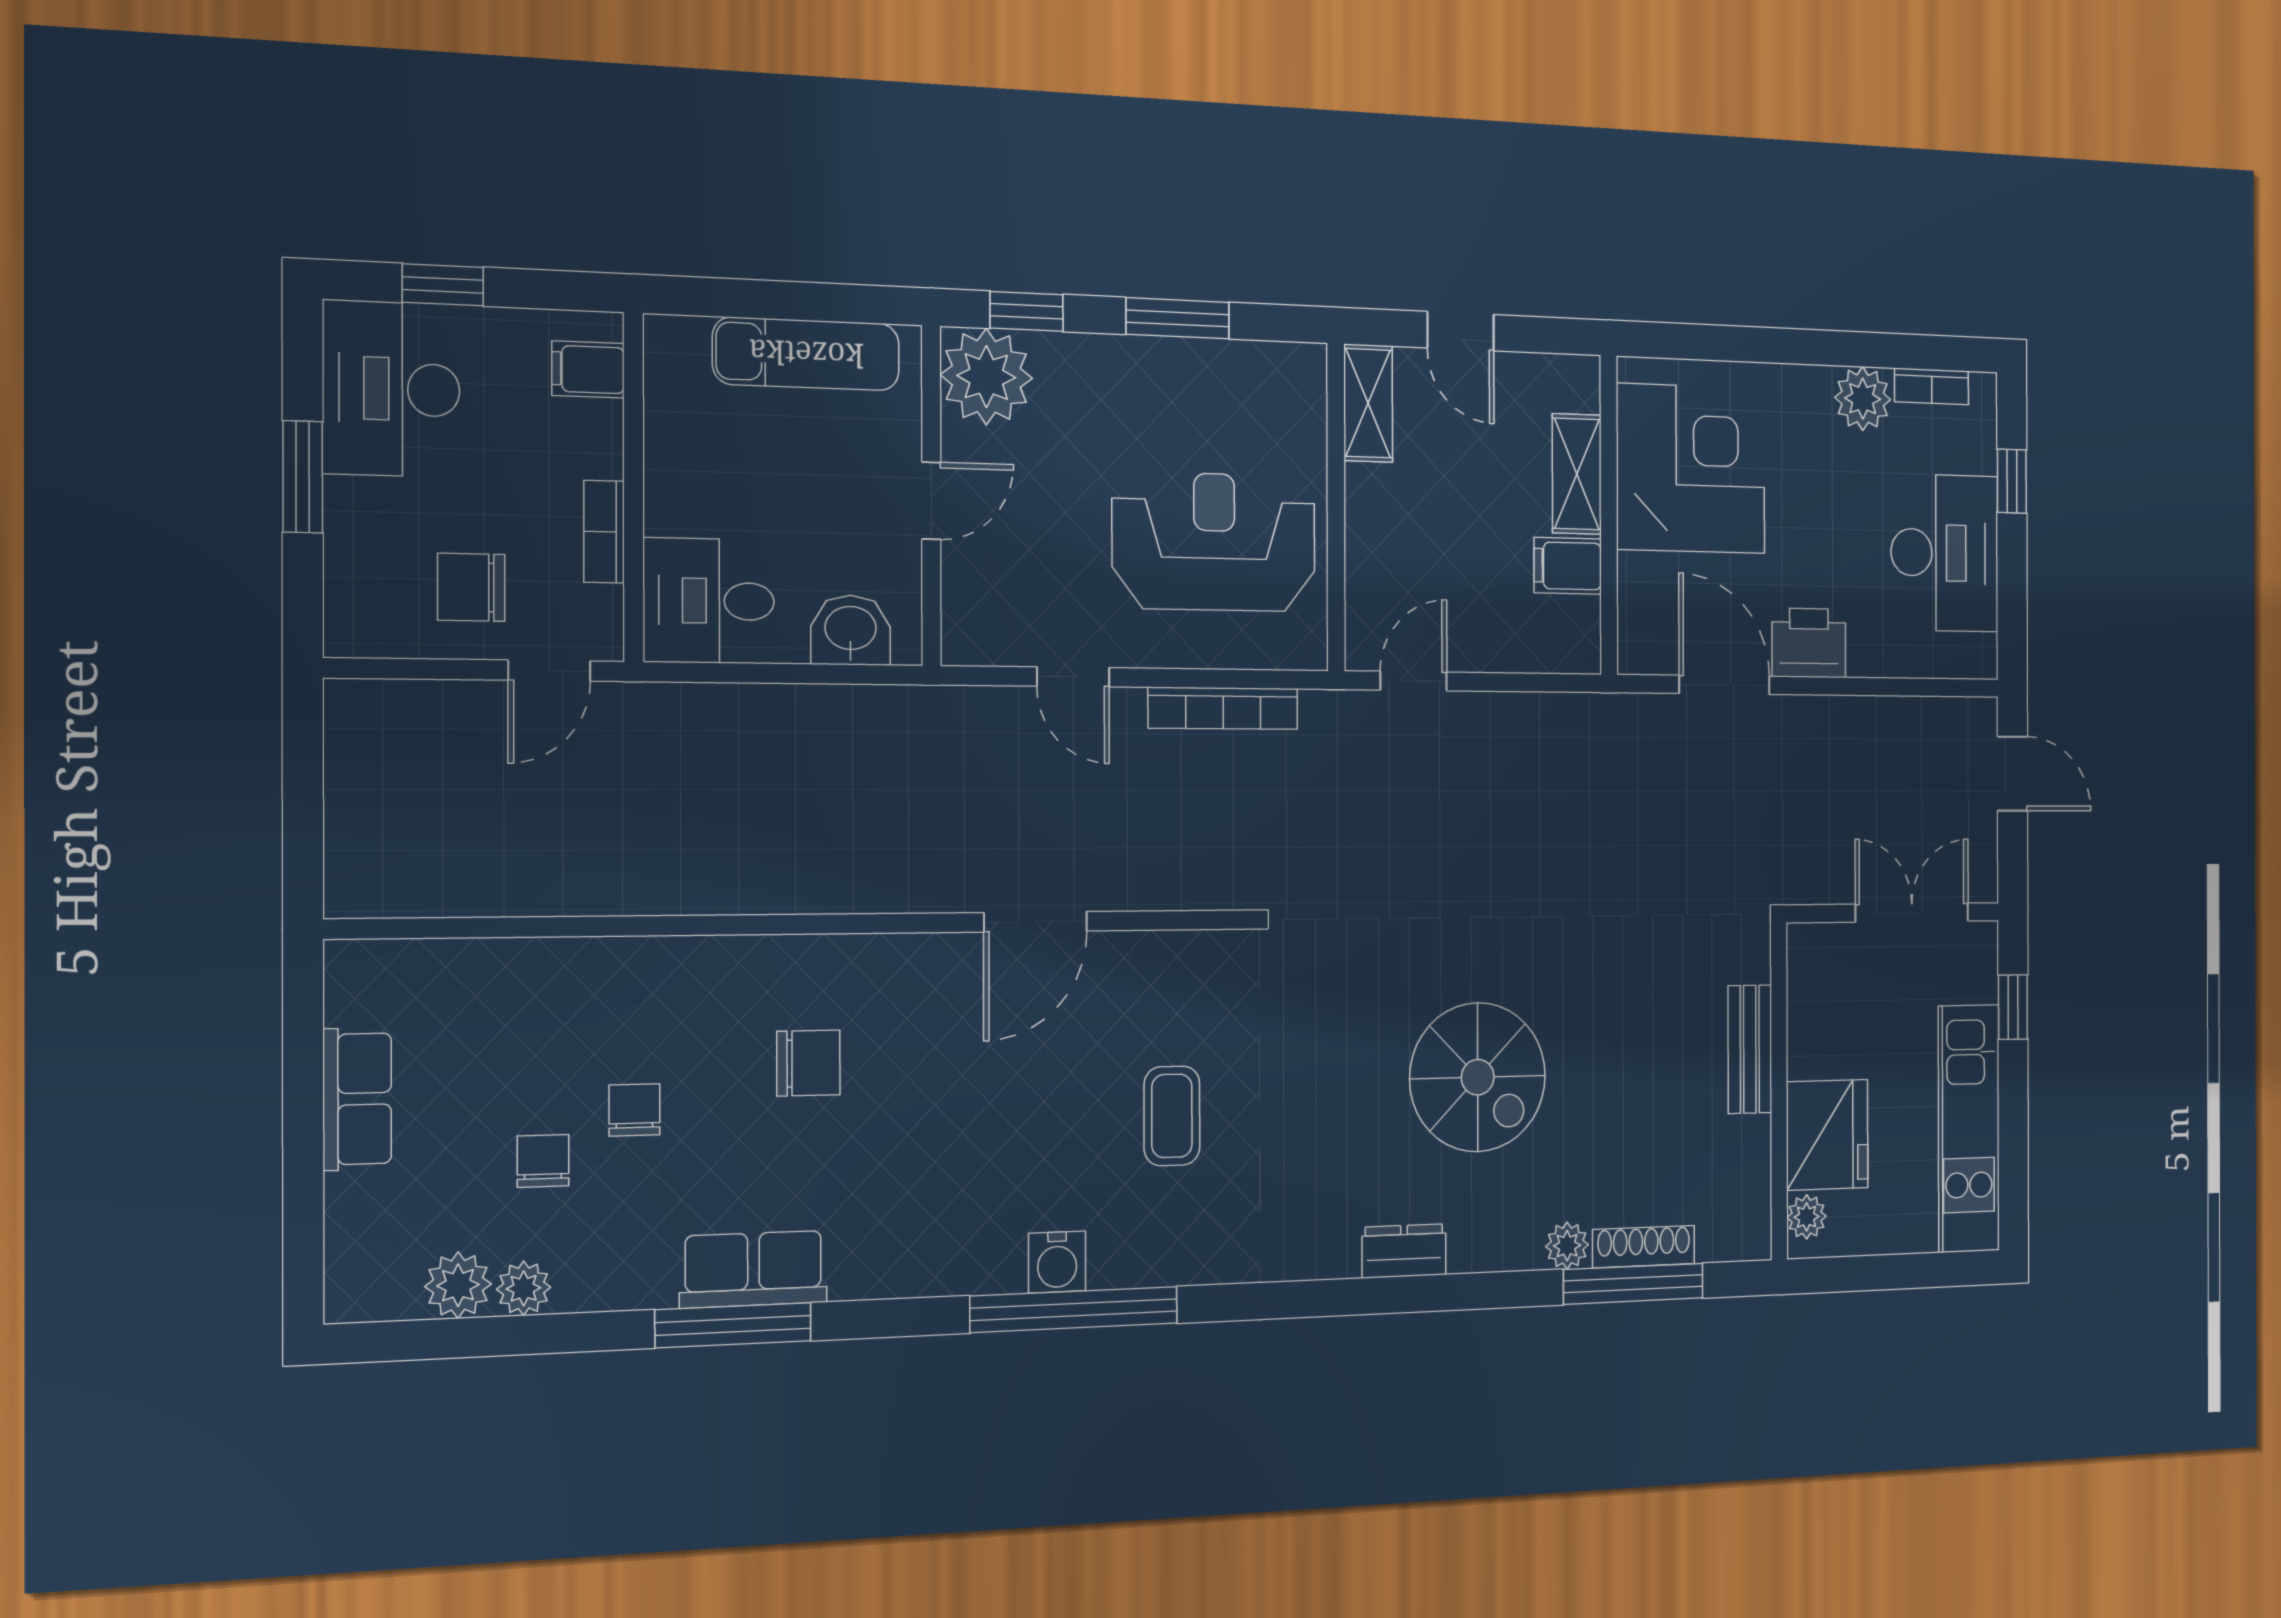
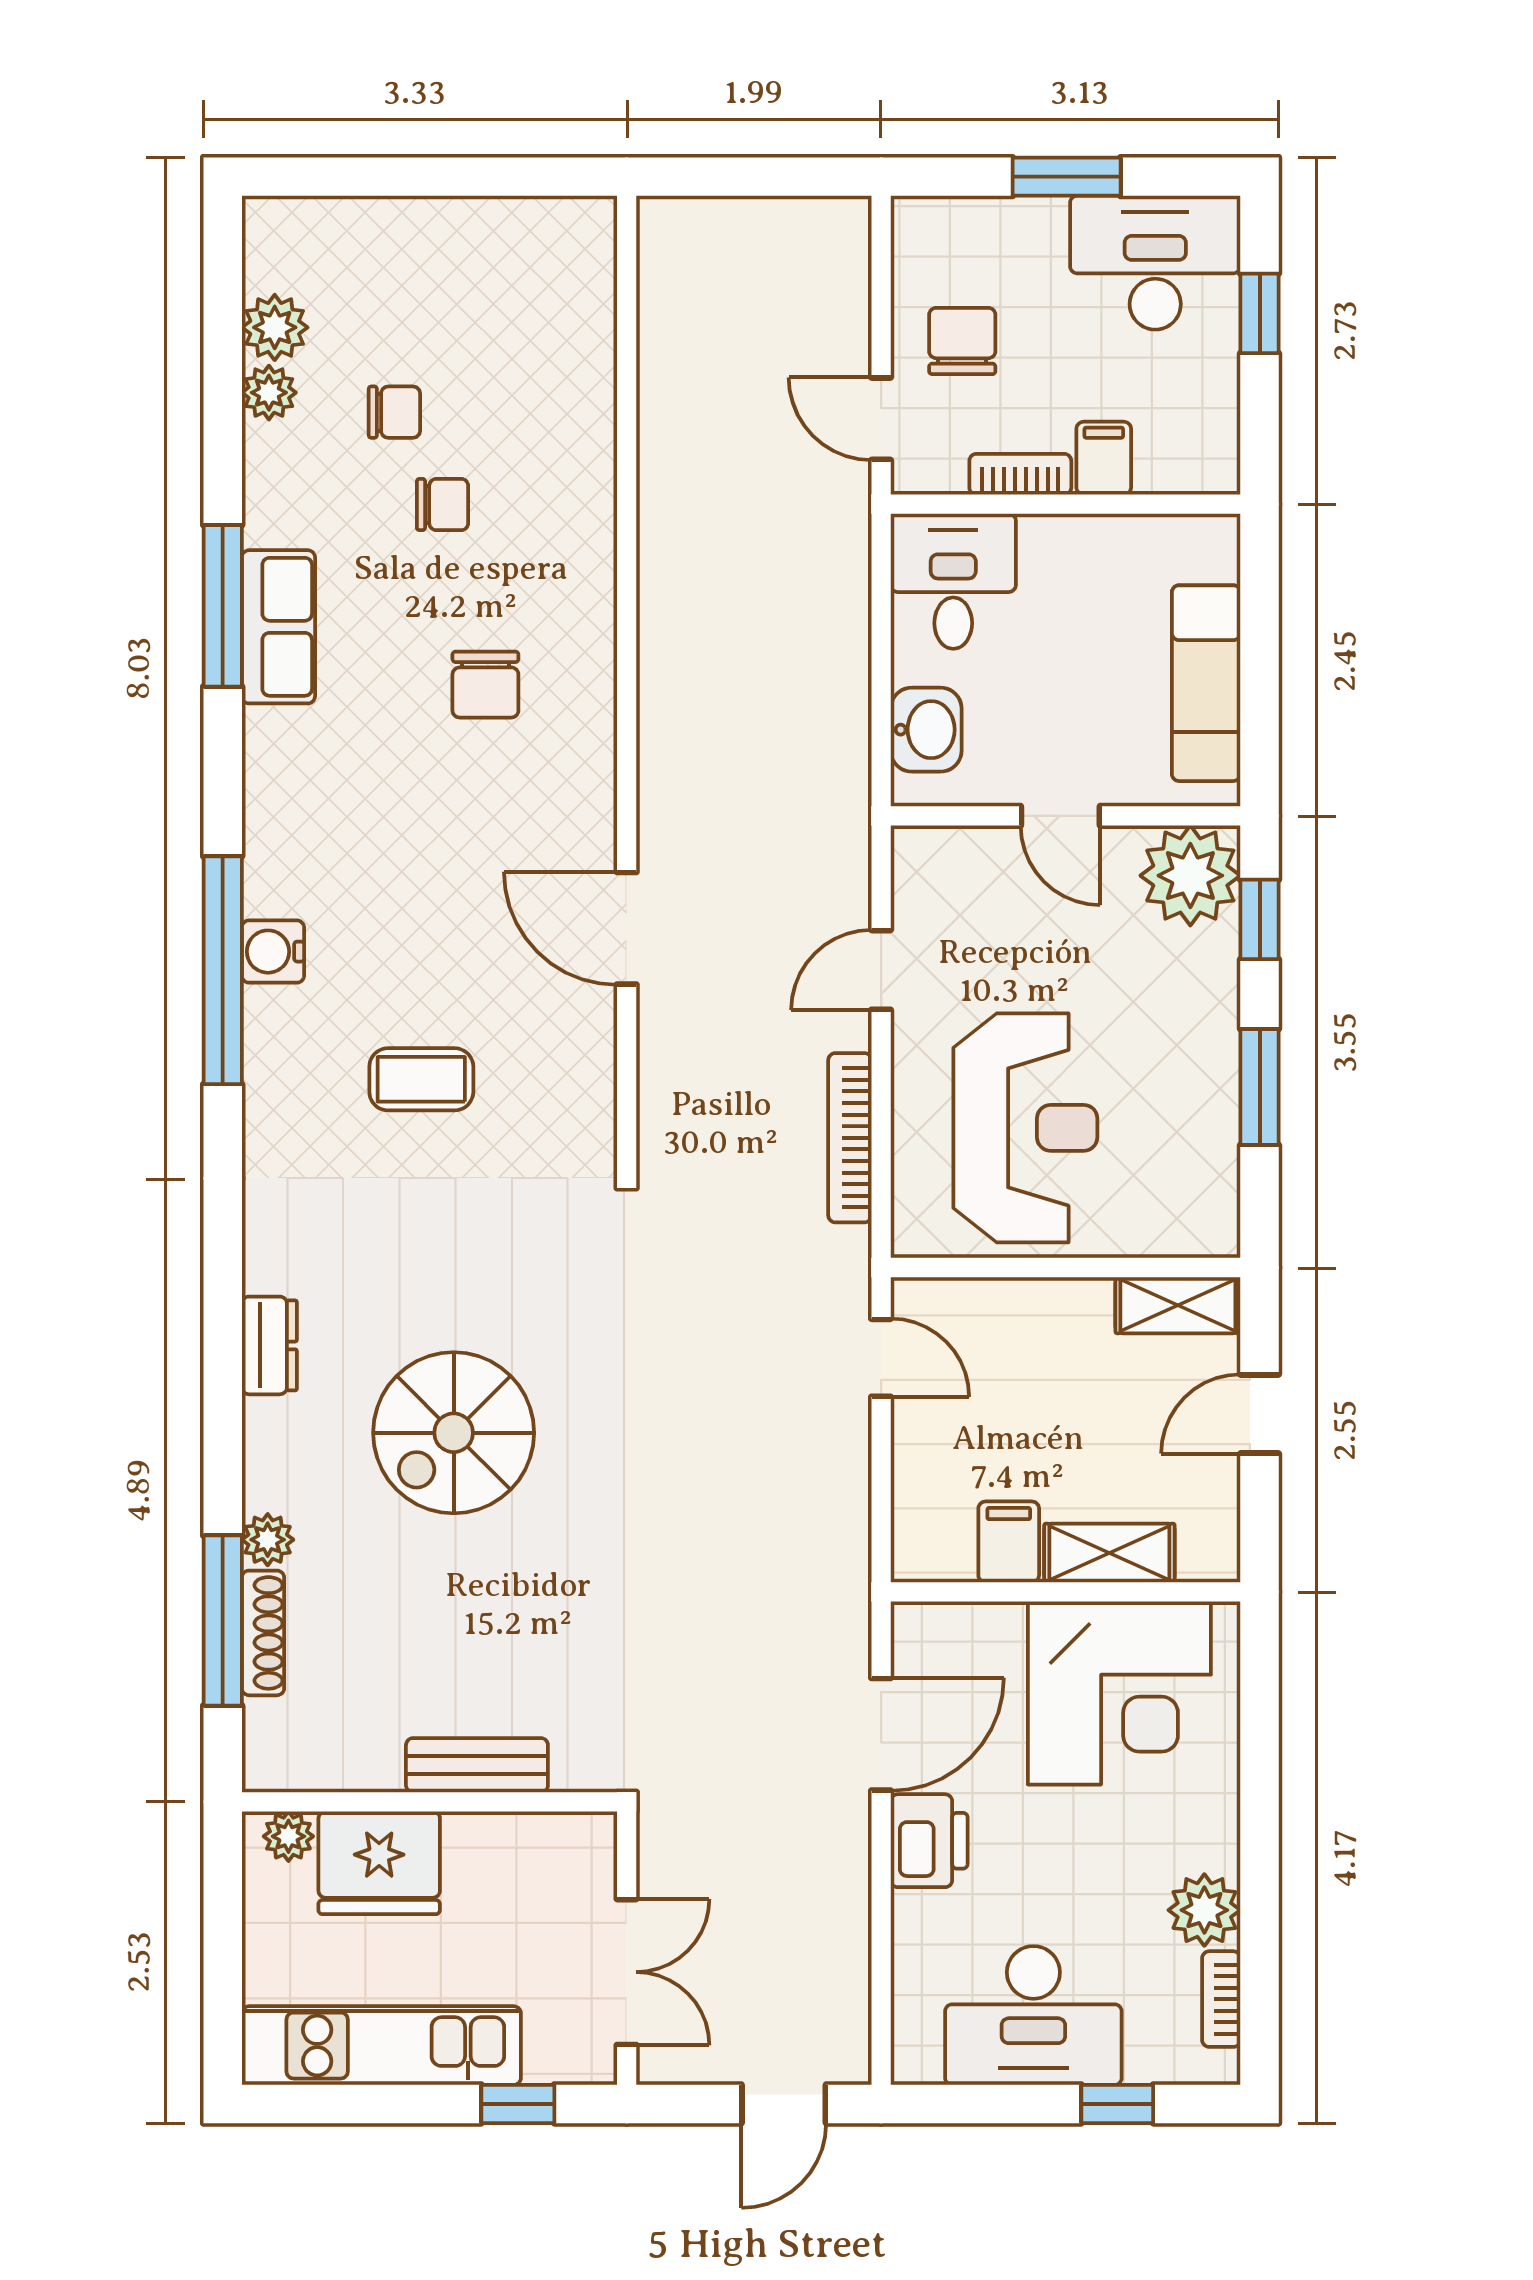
filing cabinet: (588, 369) -> (1104, 458), moved
row of seats: (357, 1099) -> (461, 229), removed

